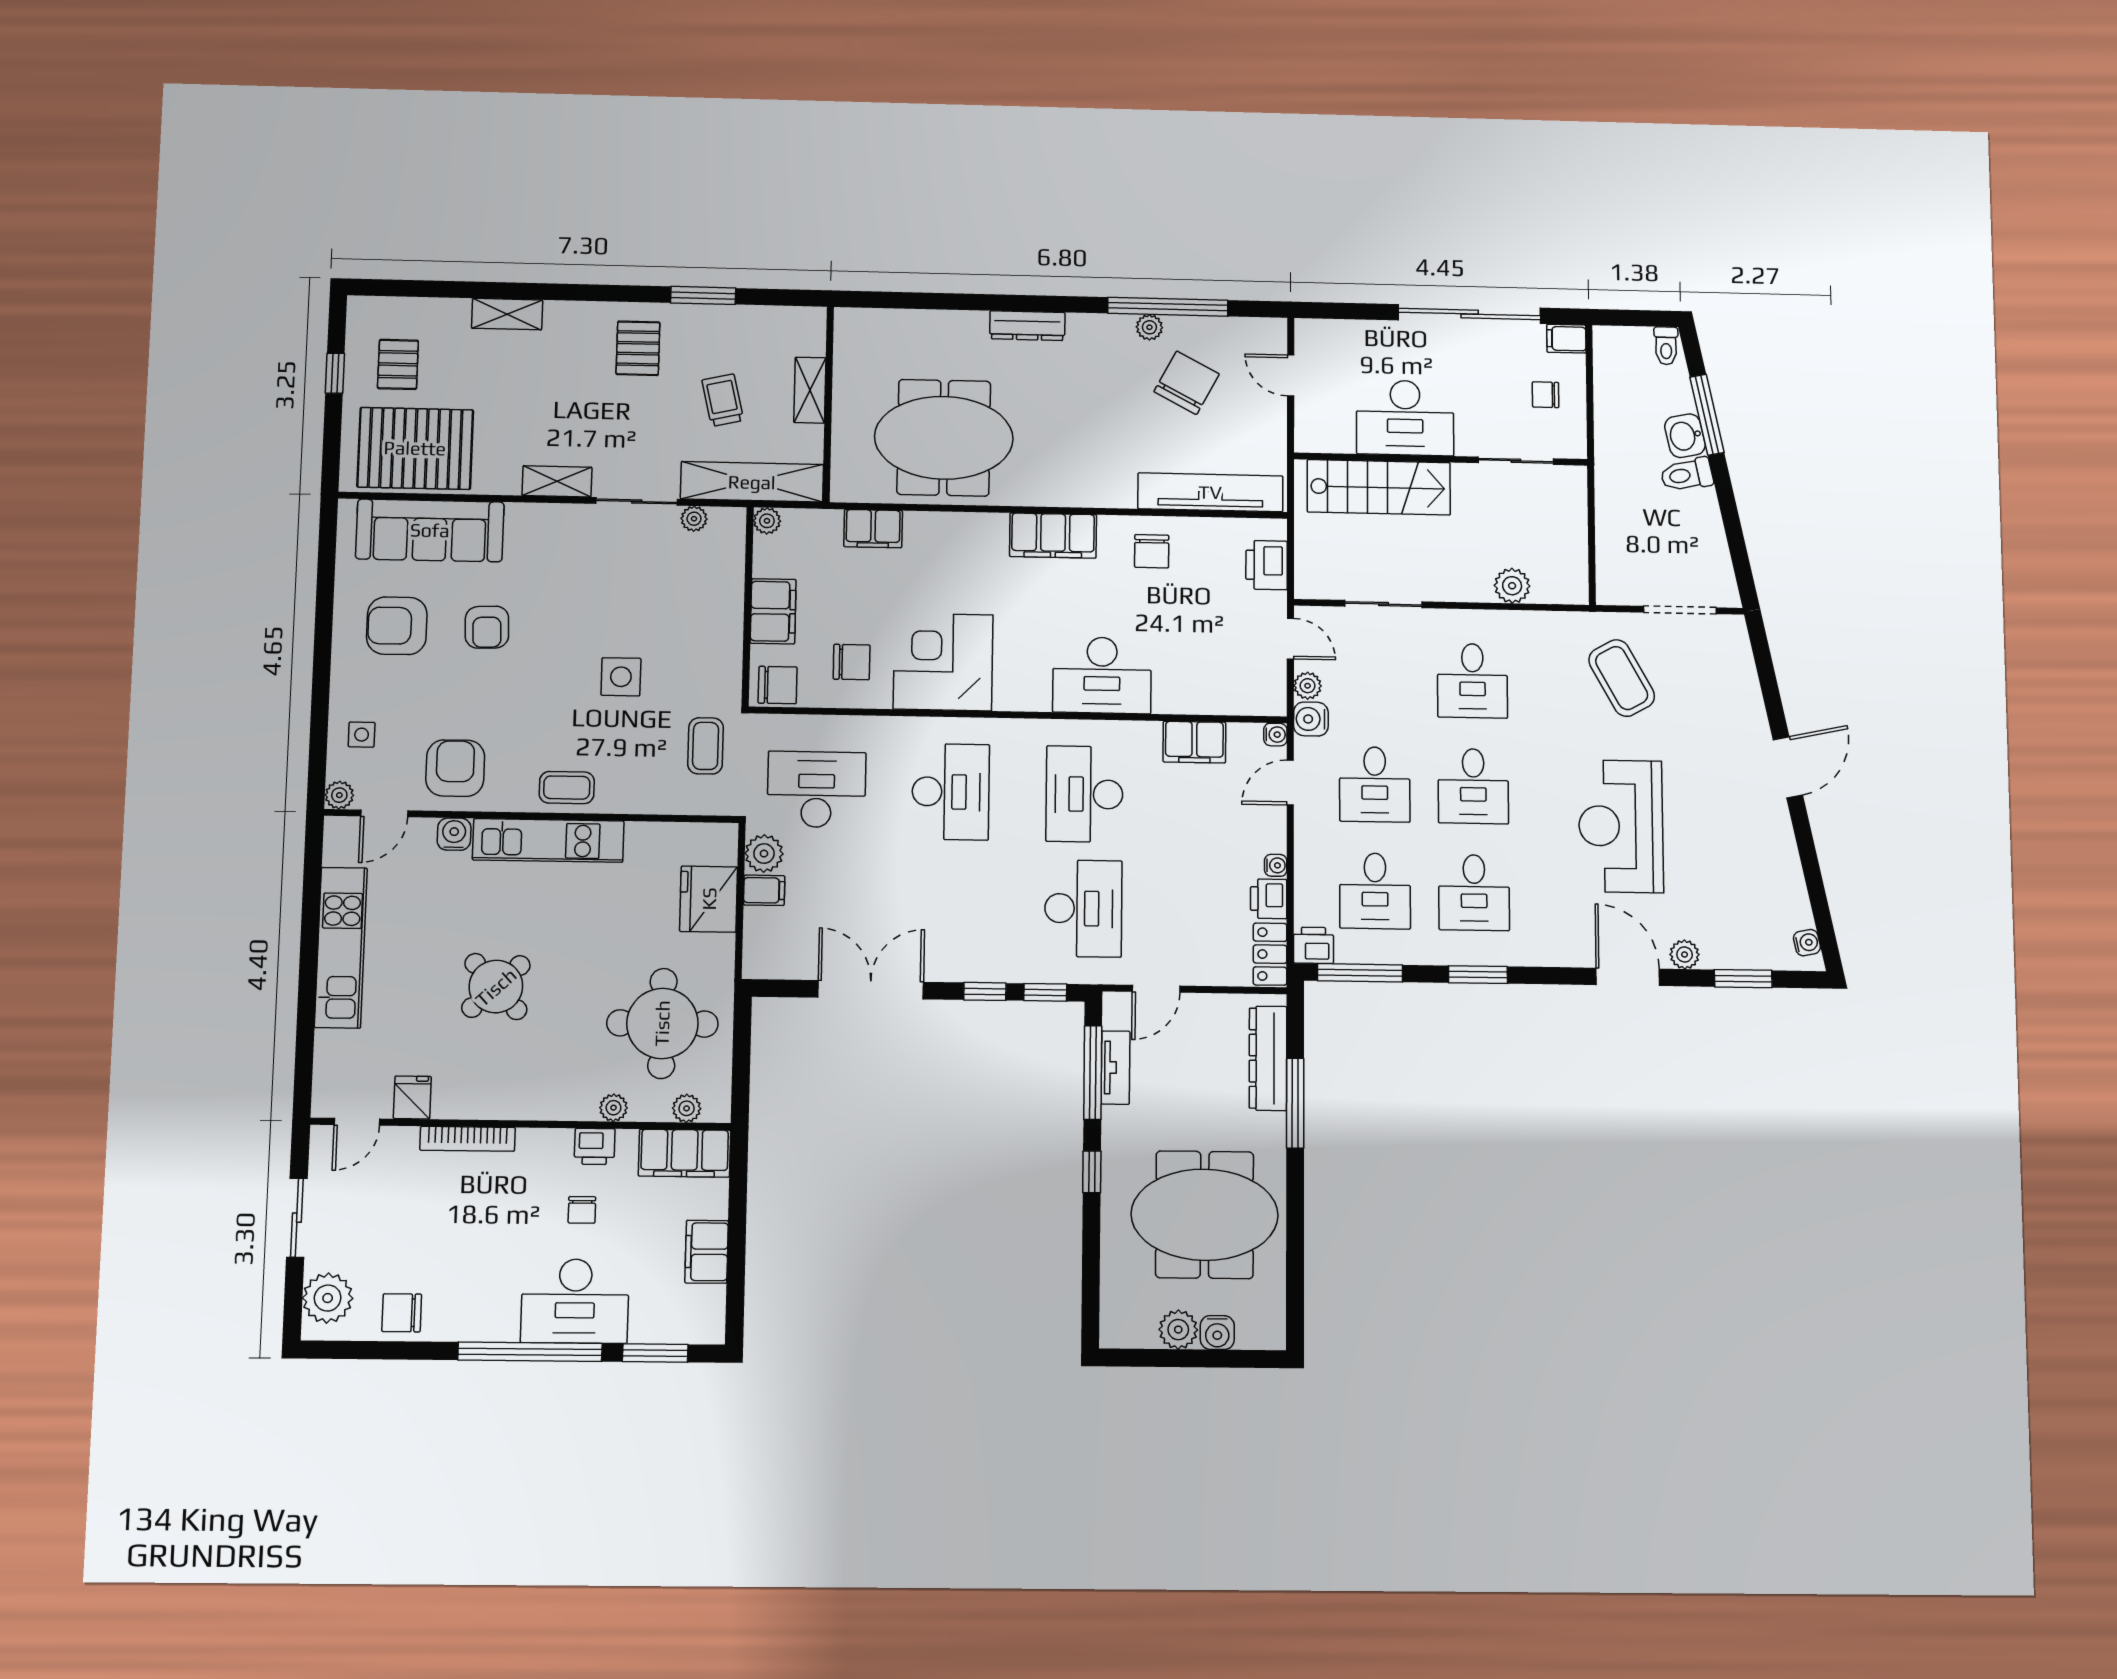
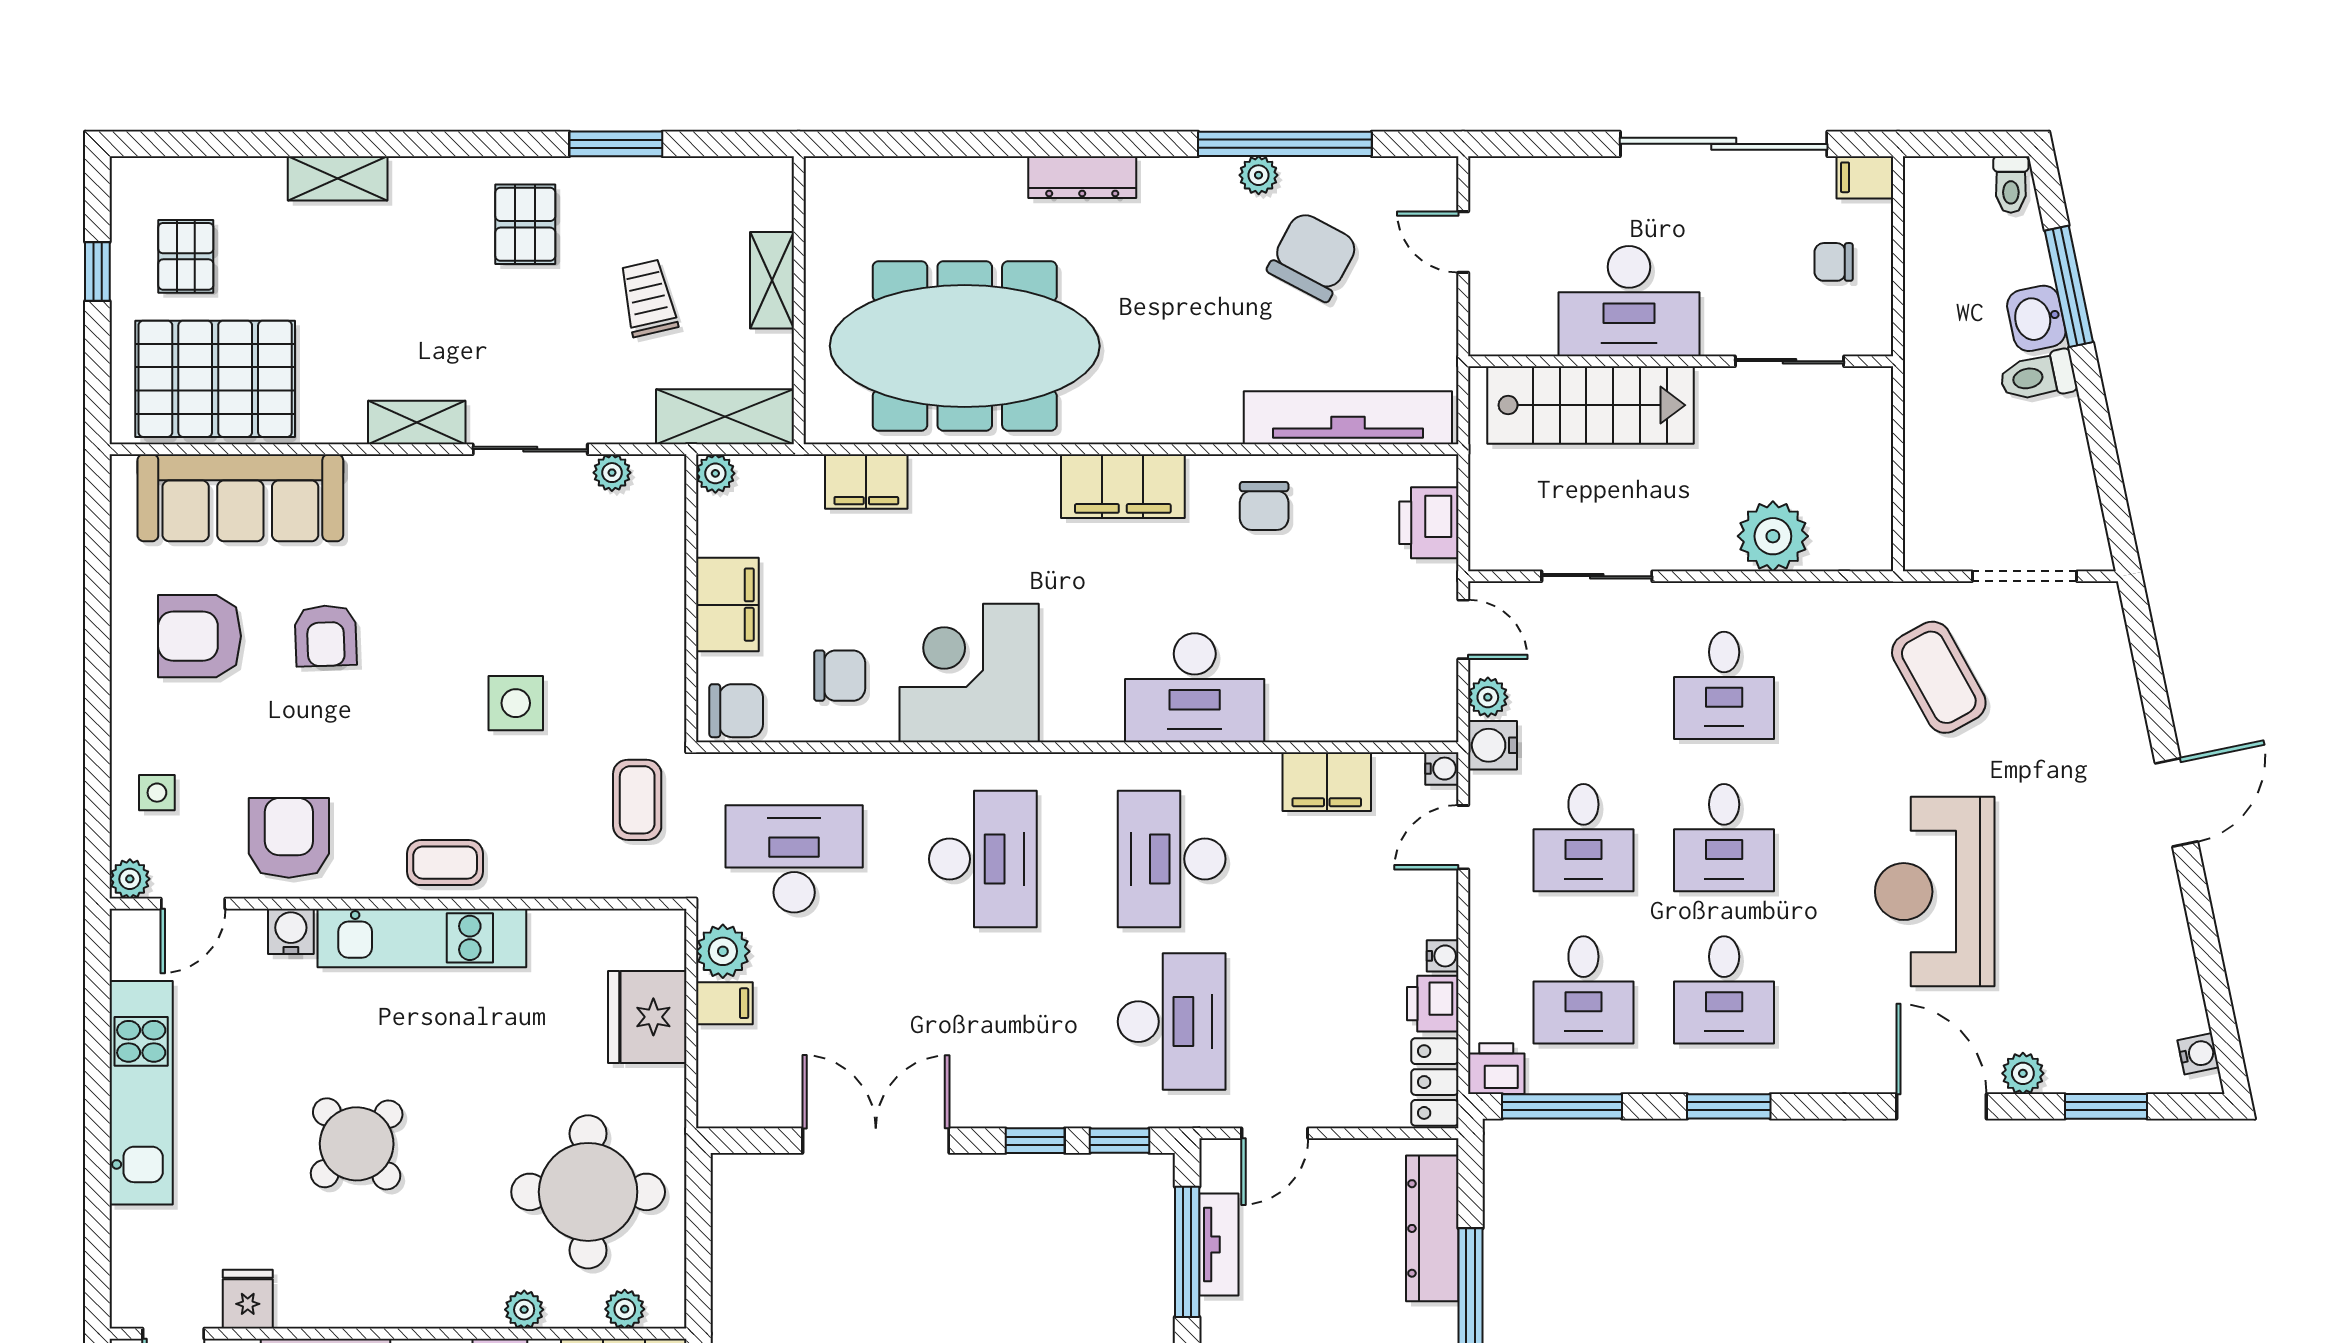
meeting table: (944, 438) -> (965, 346), width x1.36
shelving: (752, 482) -> (725, 417), width x0.68
plant: (1512, 586) -> (1773, 536), width x1.36, depth x1.36

